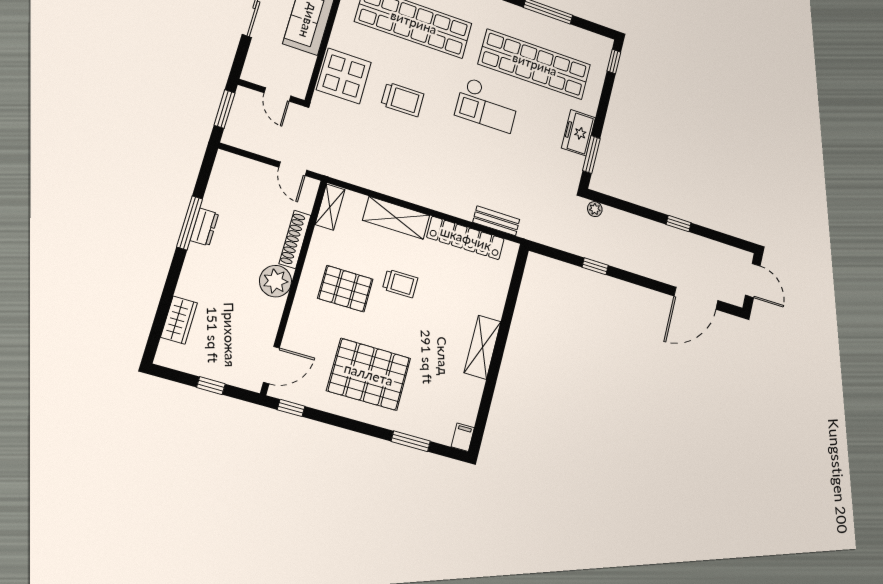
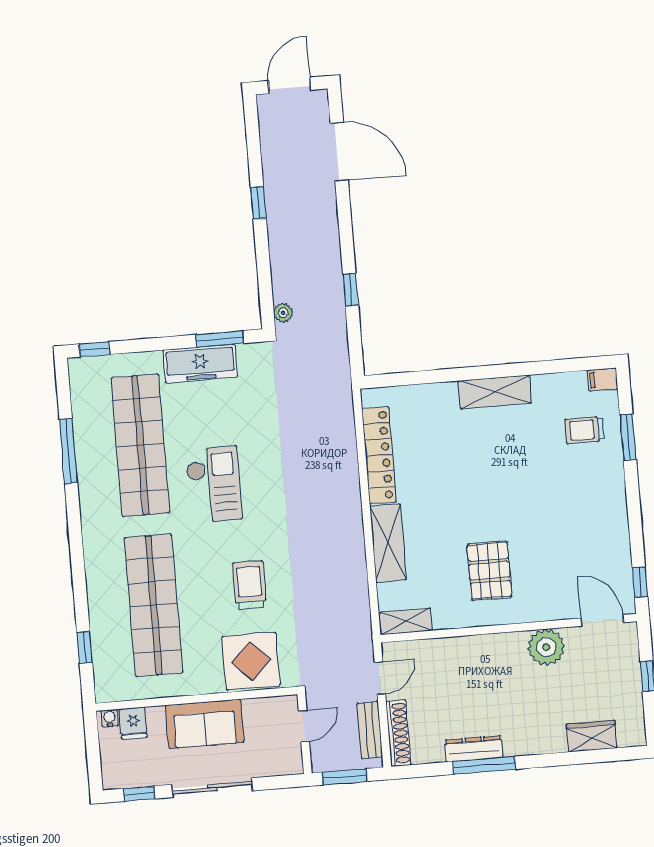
freezer: (578, 133) -> (200, 364), width x1.40
bench: (496, 221) -> (370, 730), moved
dresser: (204, 227) -> (474, 749), width x1.44
shoe rack: (295, 239) -> (398, 733), moved, turned -90
plant: (275, 281) -> (546, 647), moved
trolley: (400, 283) -> (585, 430), moved, turned -90
pallet: (369, 374) -> (573, 510), removed

